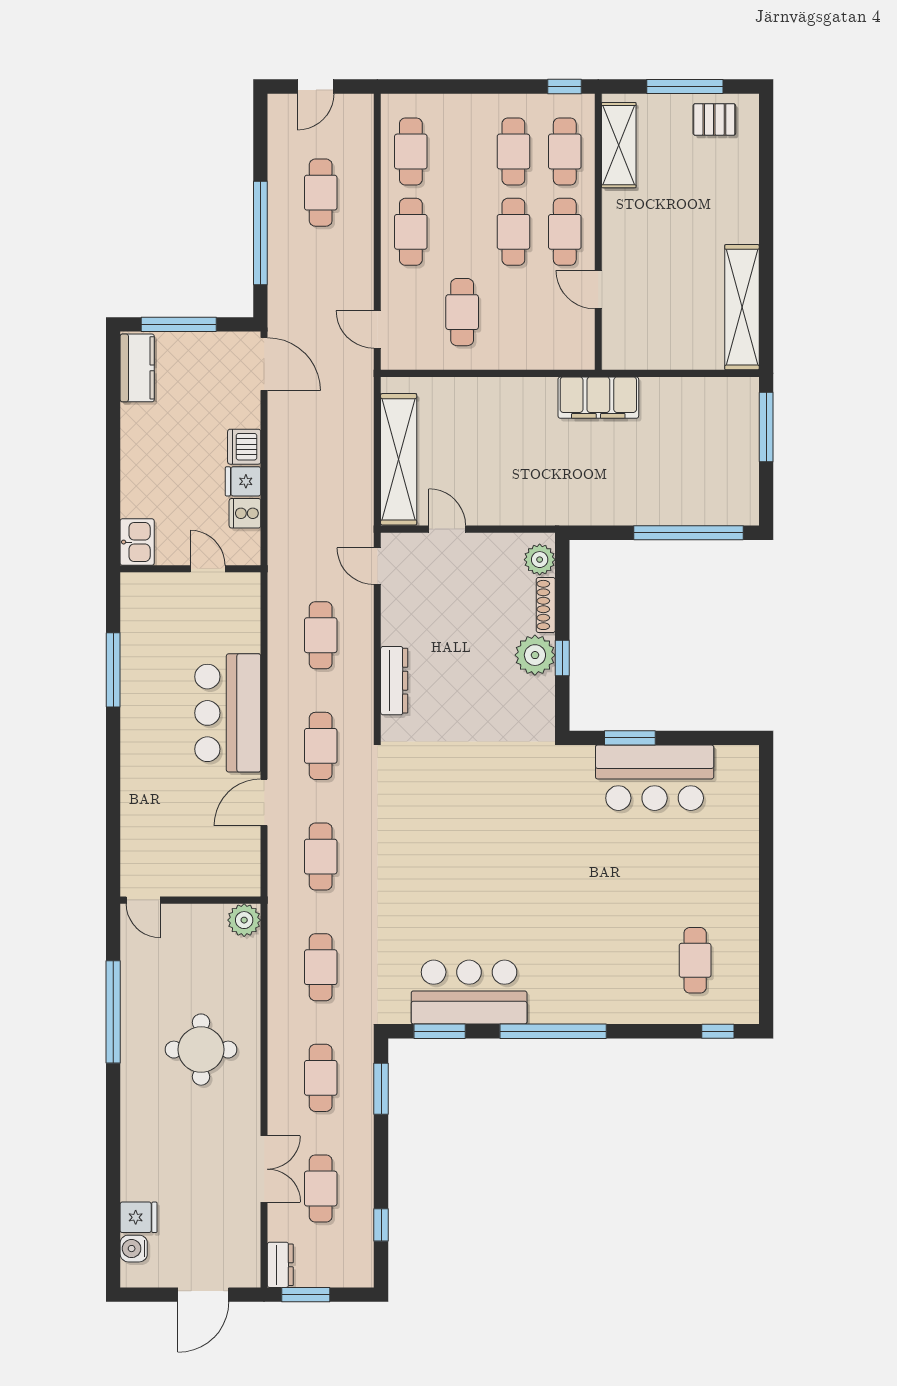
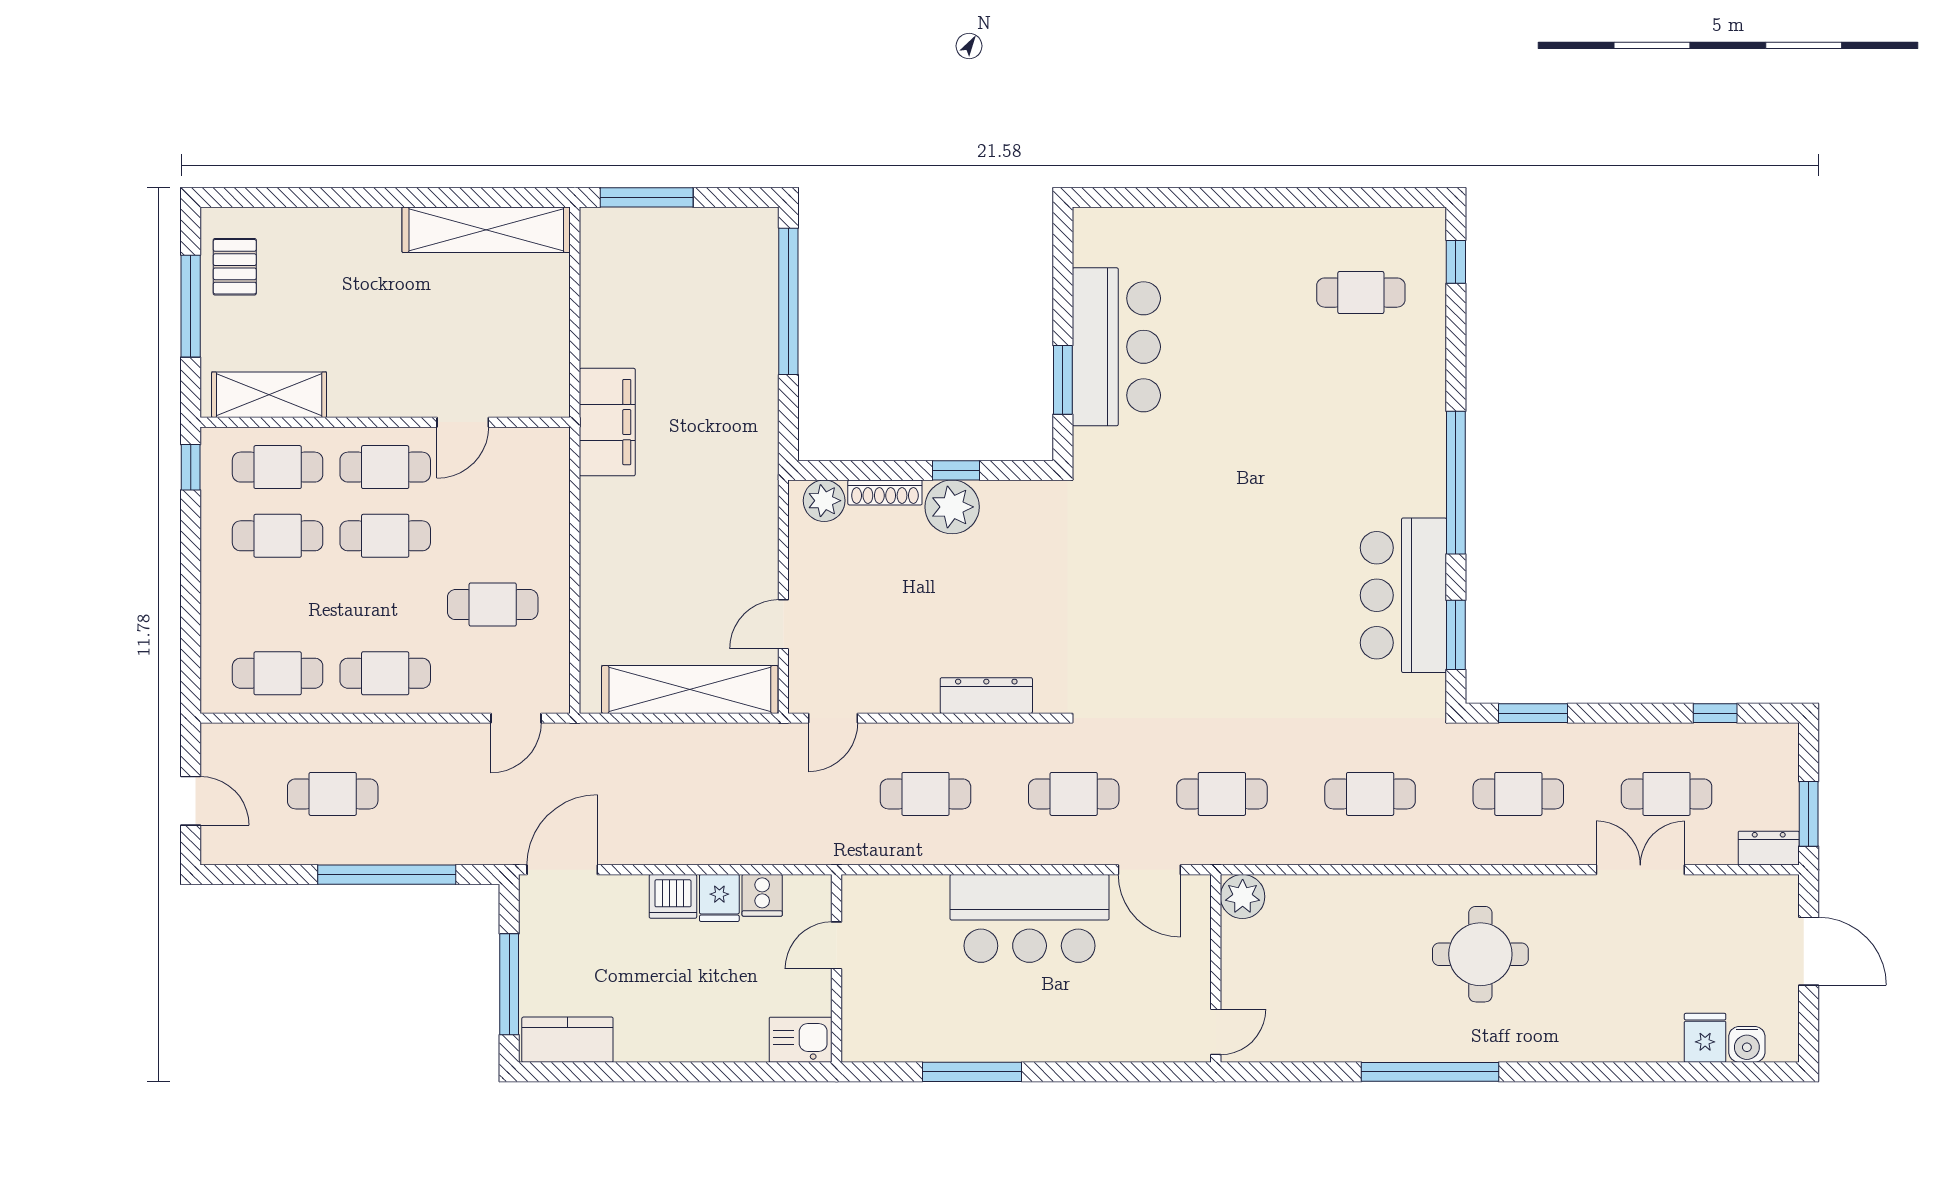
door: (143, 900) -> (1216, 1032), moved
wall: (190, 900) -> (1216, 968), moved
plant: (244, 920) -> (1243, 897), moved

